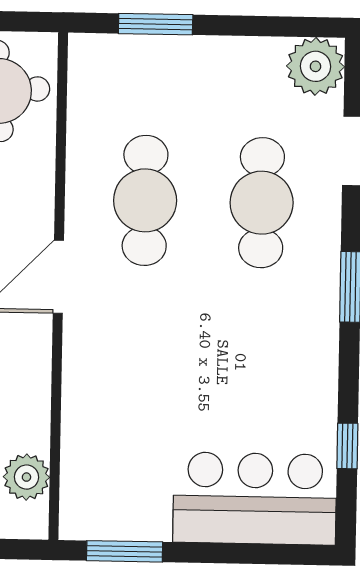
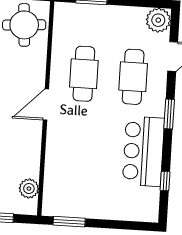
bar counter: (255, 499) -> (143, 151), moved, turned -90

